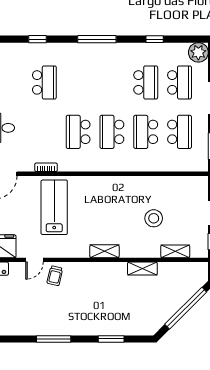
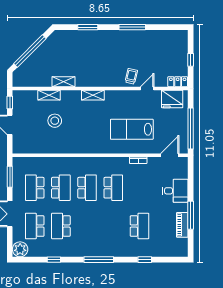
school desk: (44, 82) -> (139, 226), turned 180
lab bench: (54, 207) -> (132, 129), turned 90
shelving: (175, 251) -> (49, 95), moved

